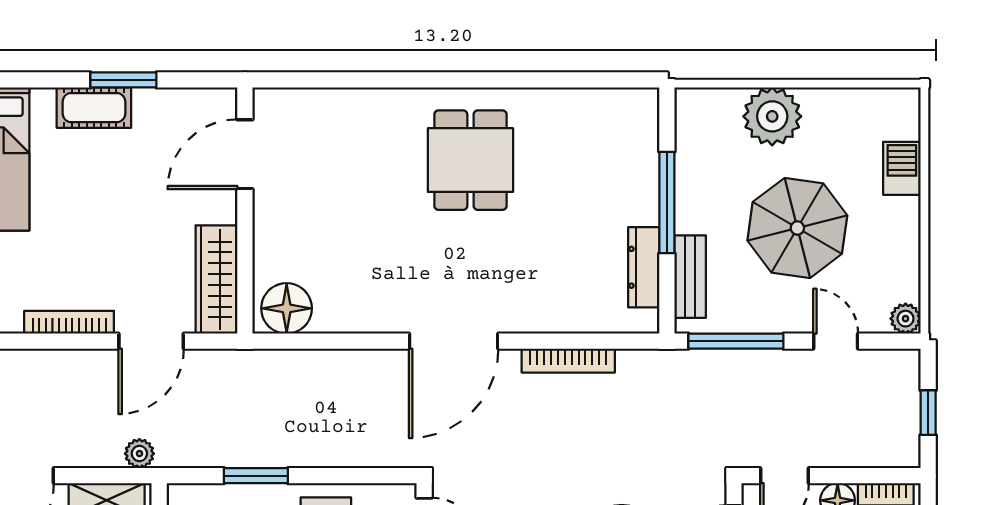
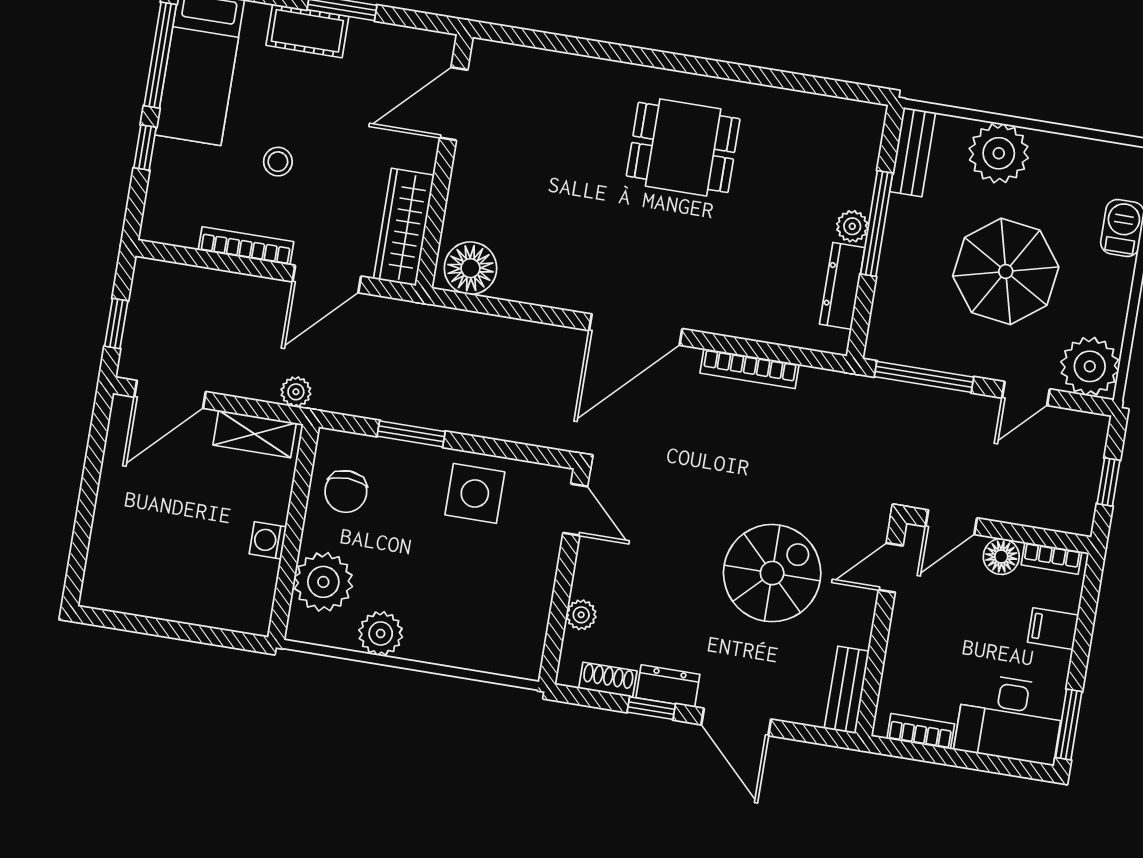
dining table: (470, 160) -> (683, 147), turned 90
plant: (644, 209) -> (852, 226), added
stool: (86, 237) -> (278, 162), added
bench: (690, 277) -> (913, 152), moved
plant: (906, 319) -> (1090, 366), width x1.88, depth x1.88
door: (836, 341) -> (1026, 394), swing flipped

